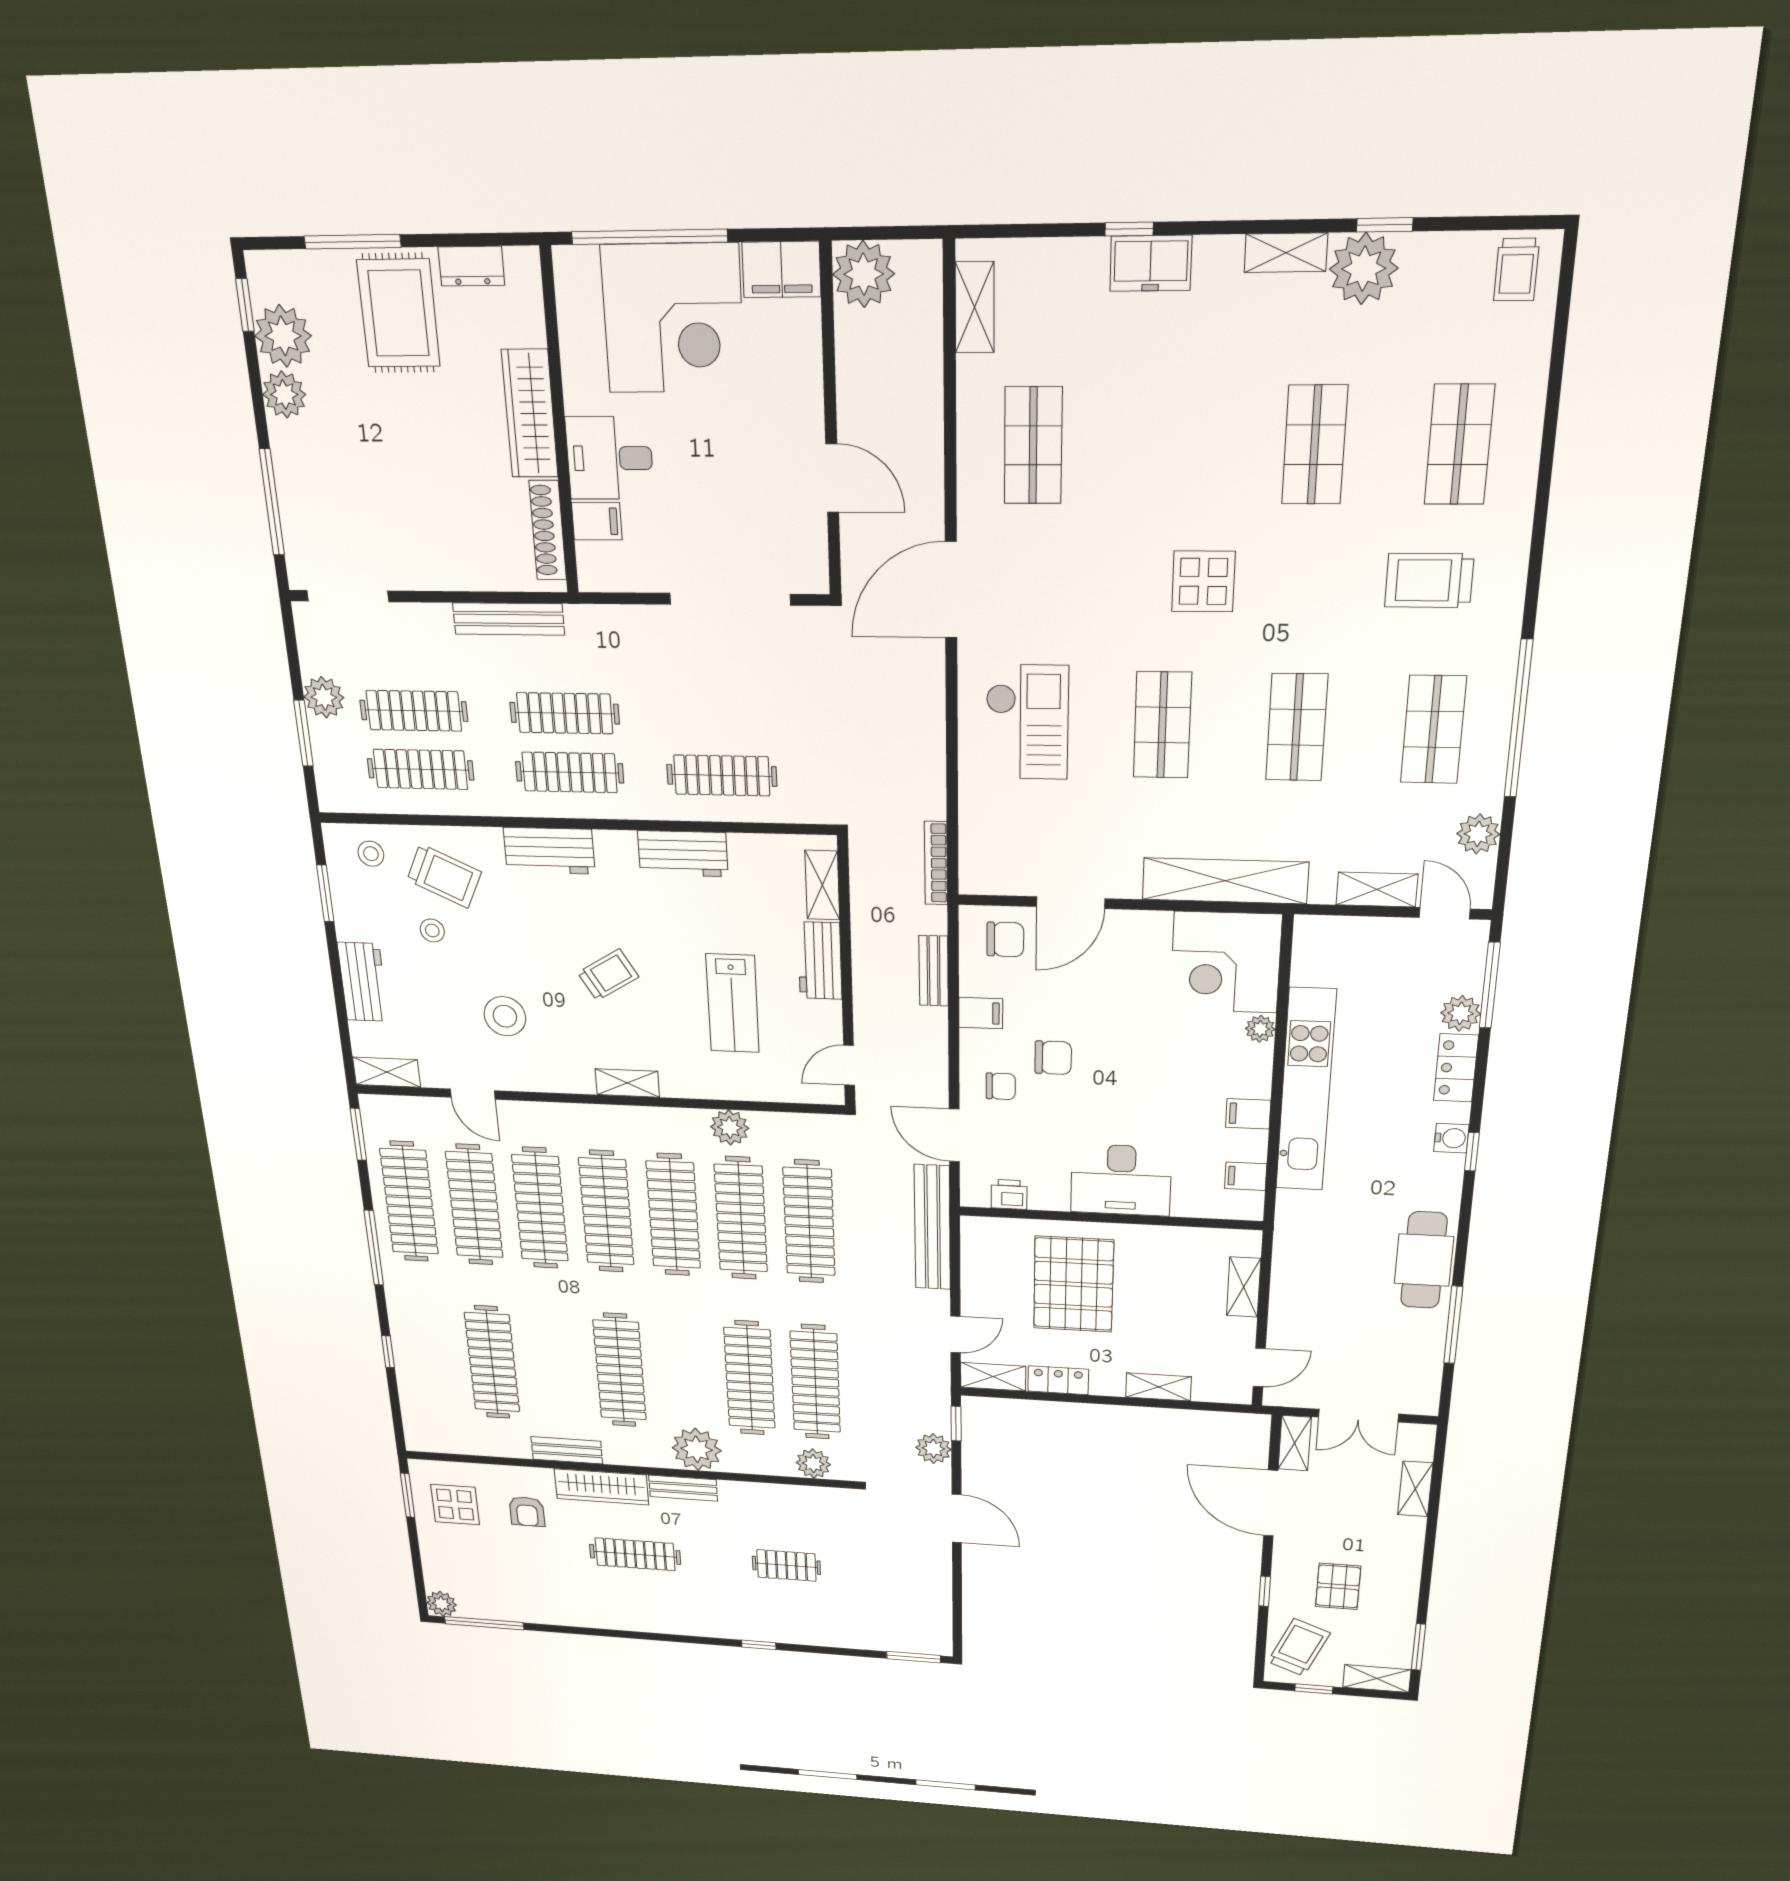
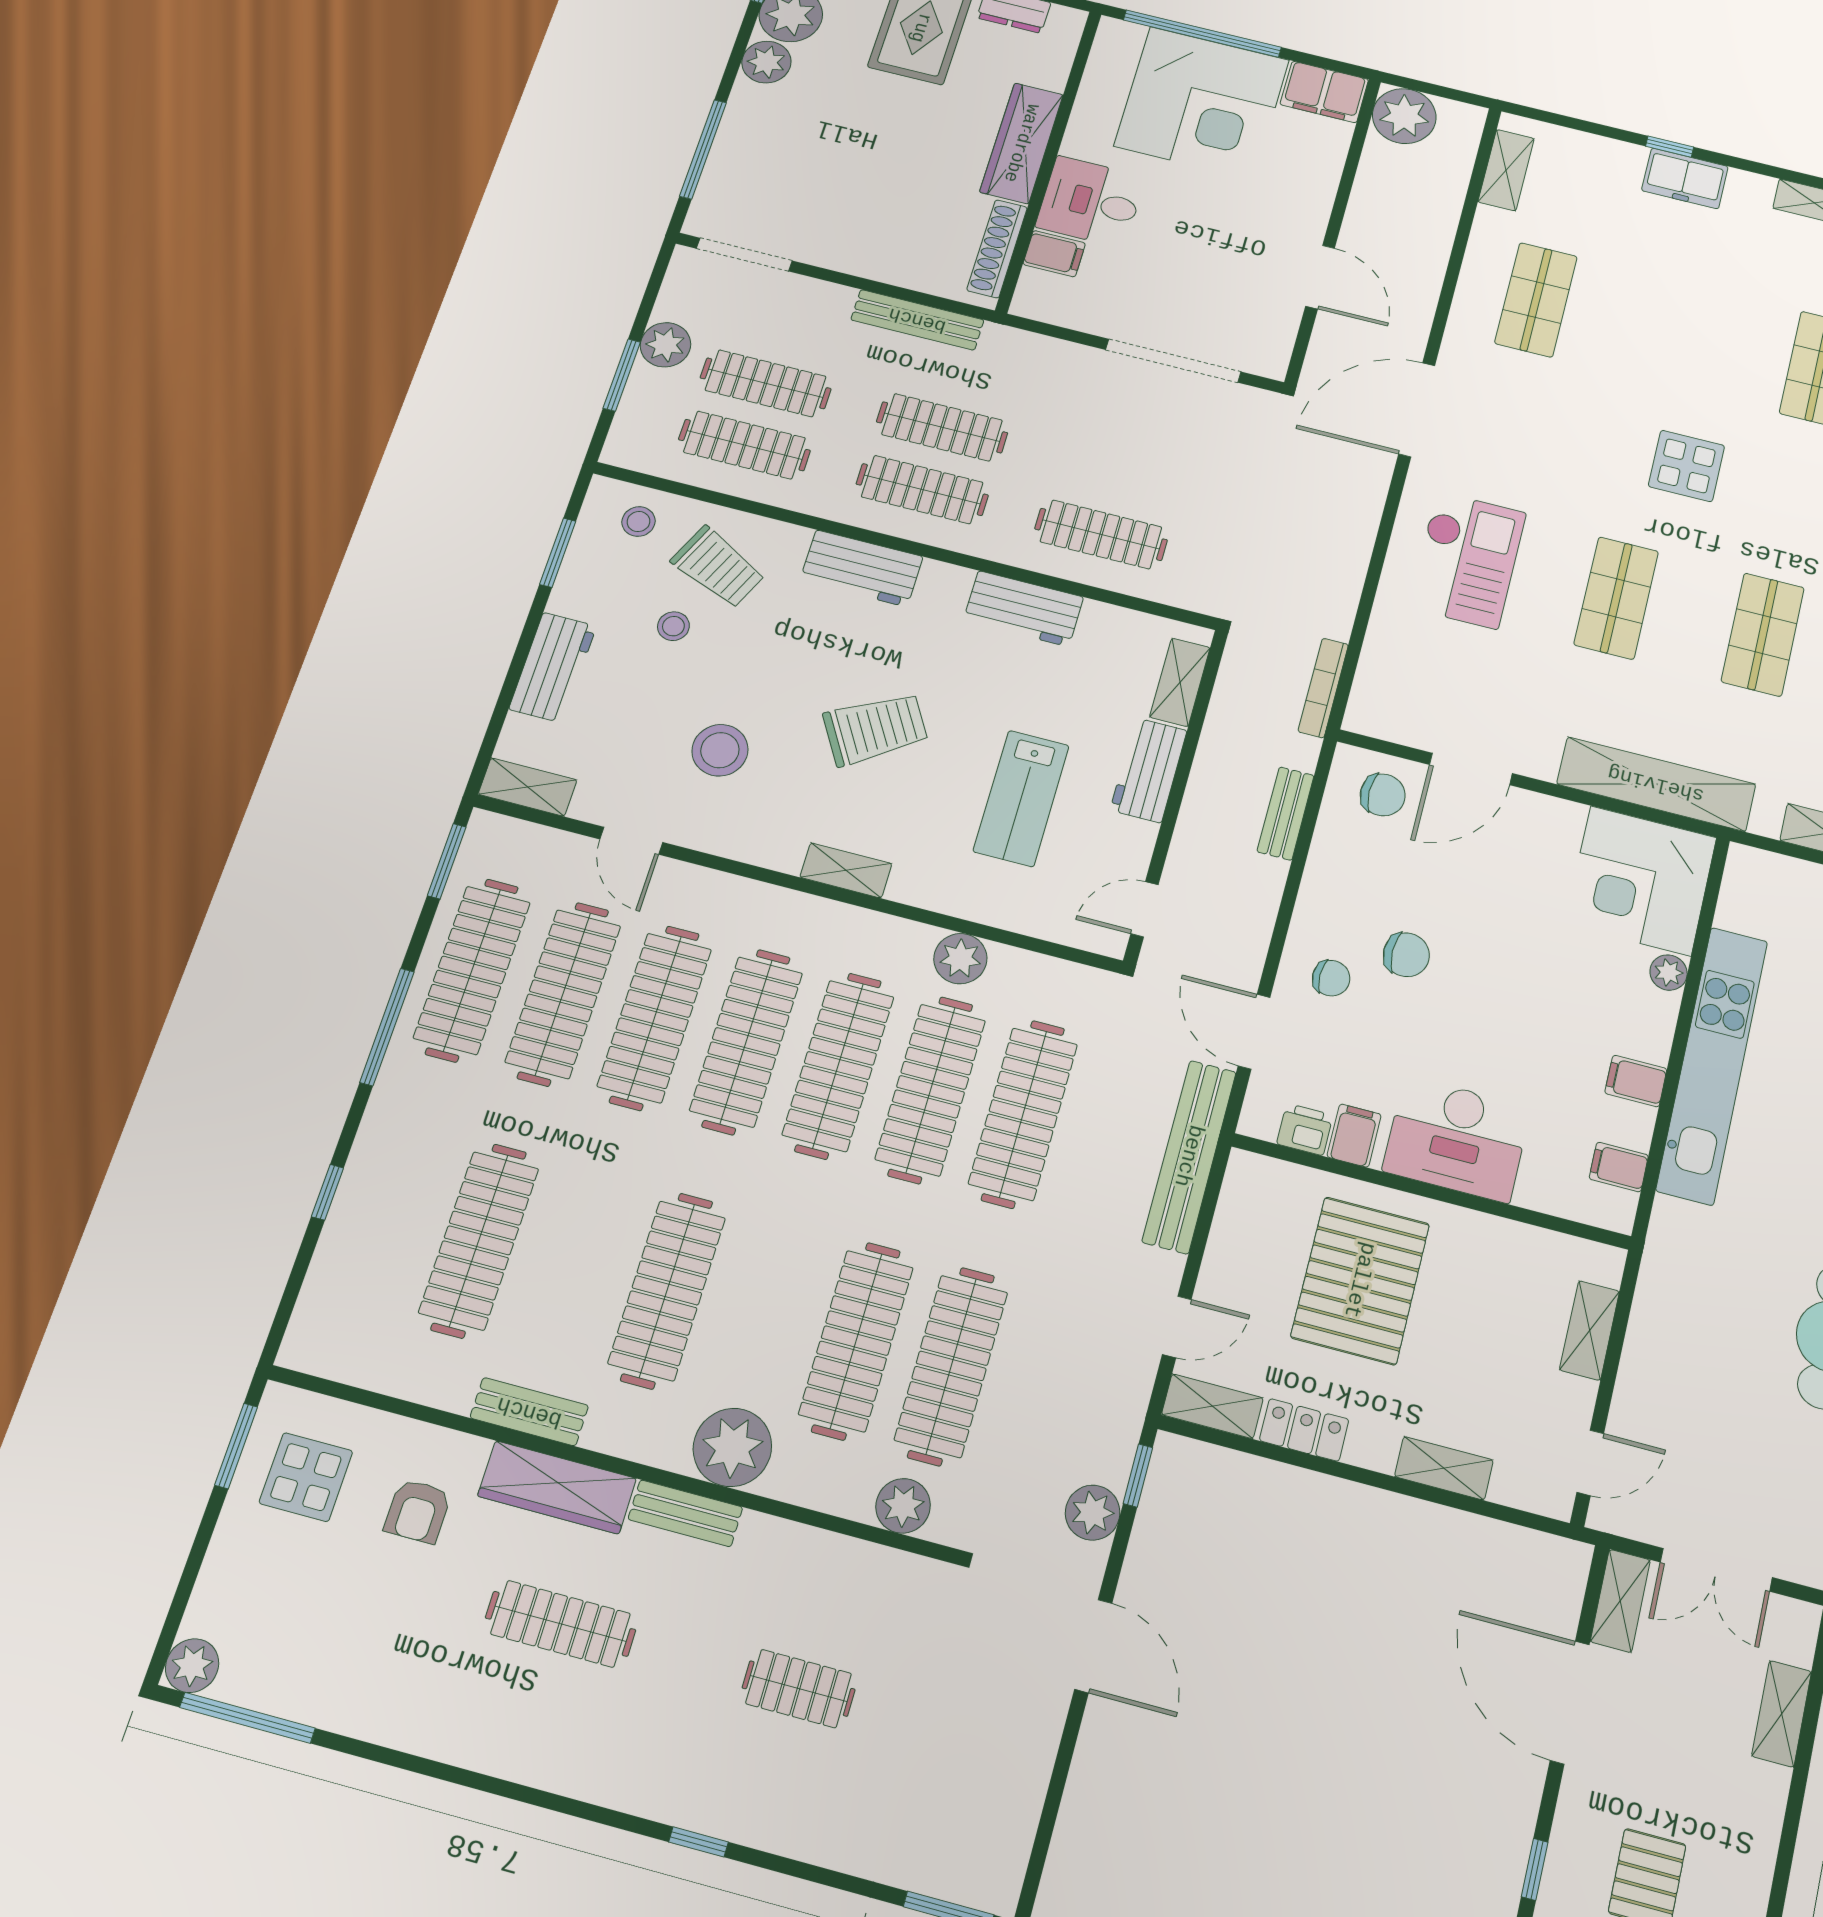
trolley: (608, 975) -> (876, 729), width x1.36, depth x1.39
filing cabinet: (981, 1013) -> (1354, 1136), moved, turned -90

